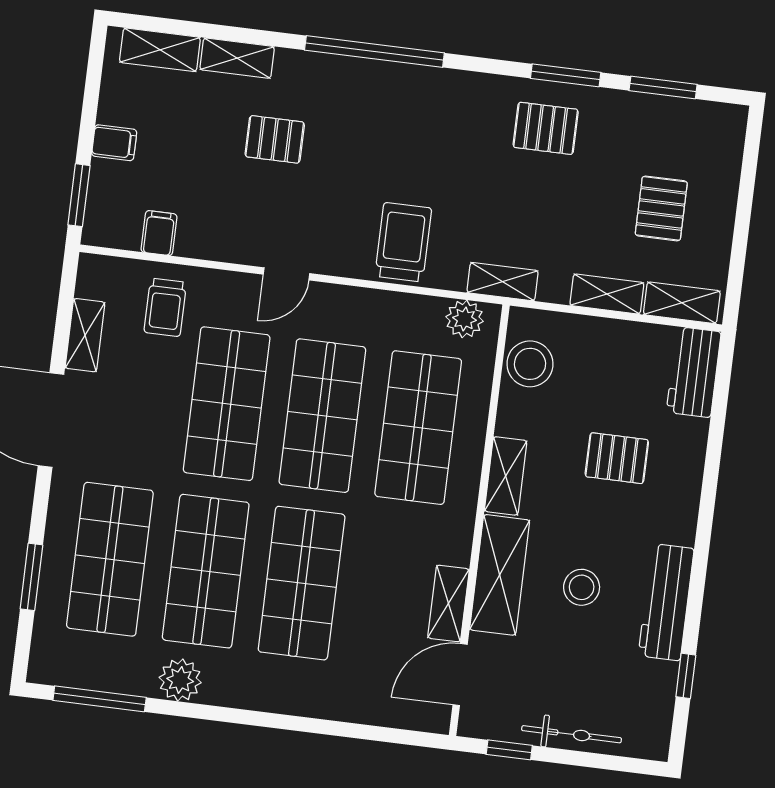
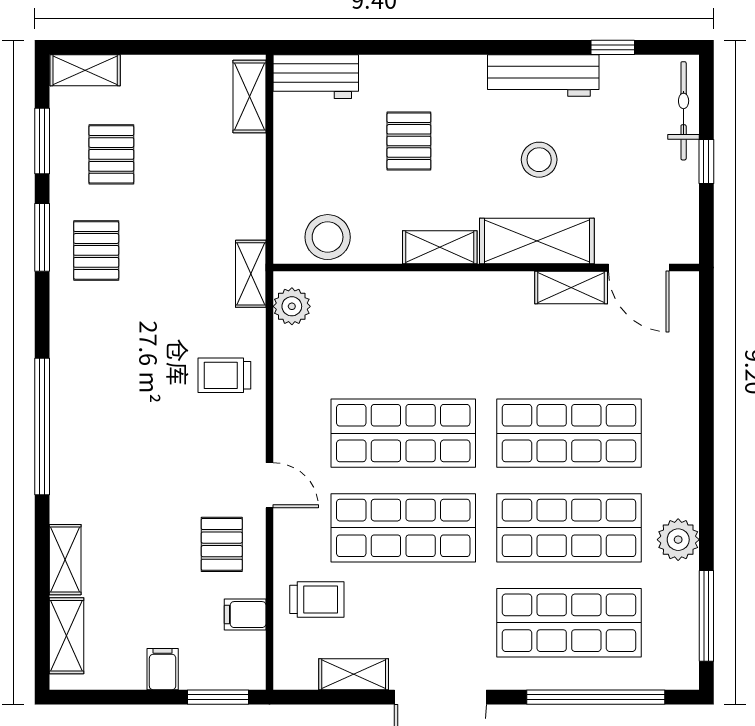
pallet: (275, 139) -> (222, 544), moved
pallet: (661, 208) -> (111, 154), moved, turned 90
trolley: (403, 242) -> (224, 375), width x0.73, depth x0.72
shelving: (607, 294) -> (85, 70), moved, turned 90
shop shelf: (418, 428) -> (403, 338), removed
window: (31, 577) -> (596, 697), width x2.11
bicycle: (572, 734) -> (684, 111), moved
window: (509, 750) -> (706, 162), moved

